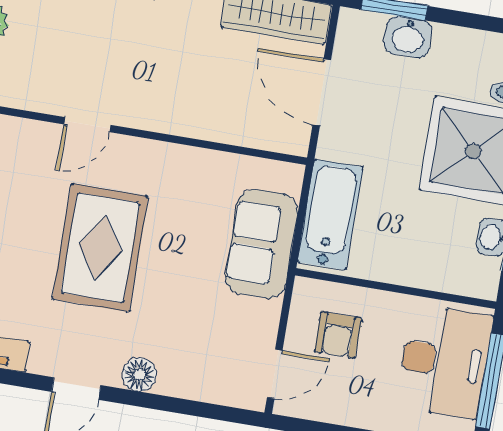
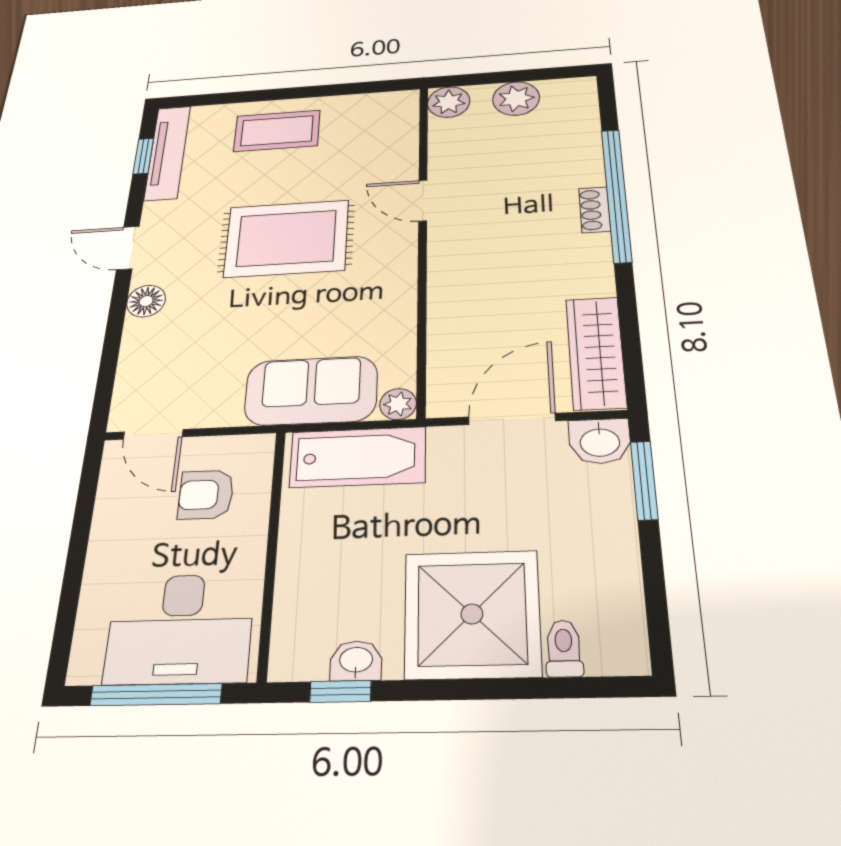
washbasin: (408, 37) -> (600, 441), moved, turned -90
plant: (289, 177) -> (398, 404), added

